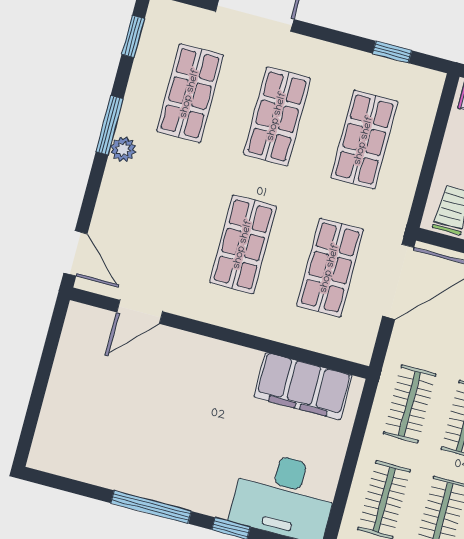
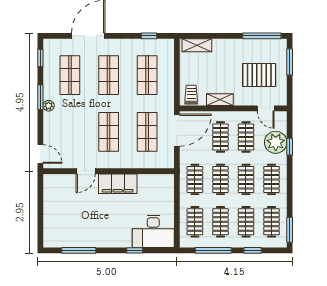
door: (140, 312) -> (86, 171), moved
filing cabinet: (303, 386) -> (118, 184), moved
window: (151, 507) -> (79, 250), moved

